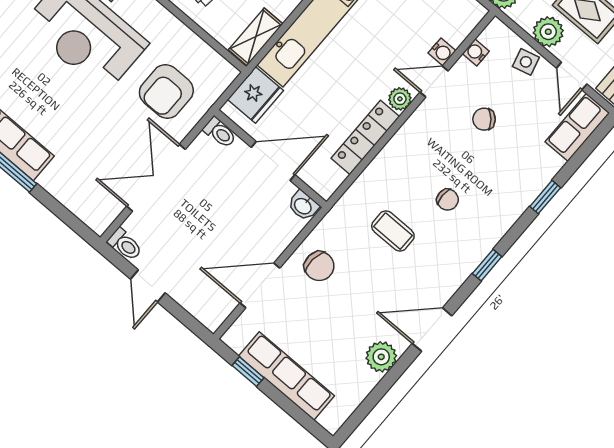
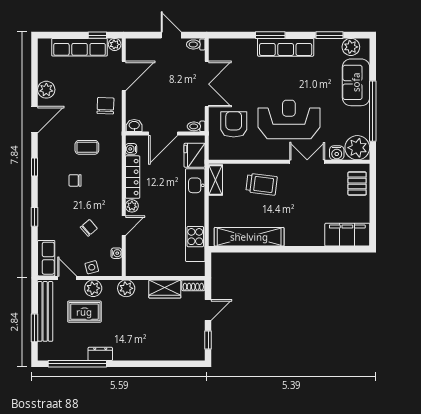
water cooler: (442, 52) -> (131, 149), moved
chair: (319, 266) -> (105, 106), turned 87
plant: (235, 339) -> (115, 44), added

